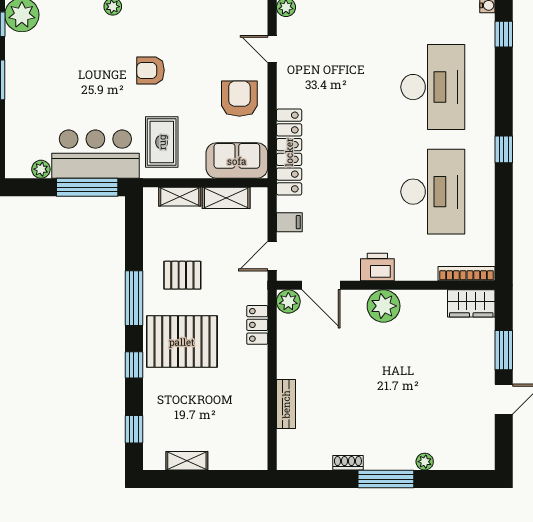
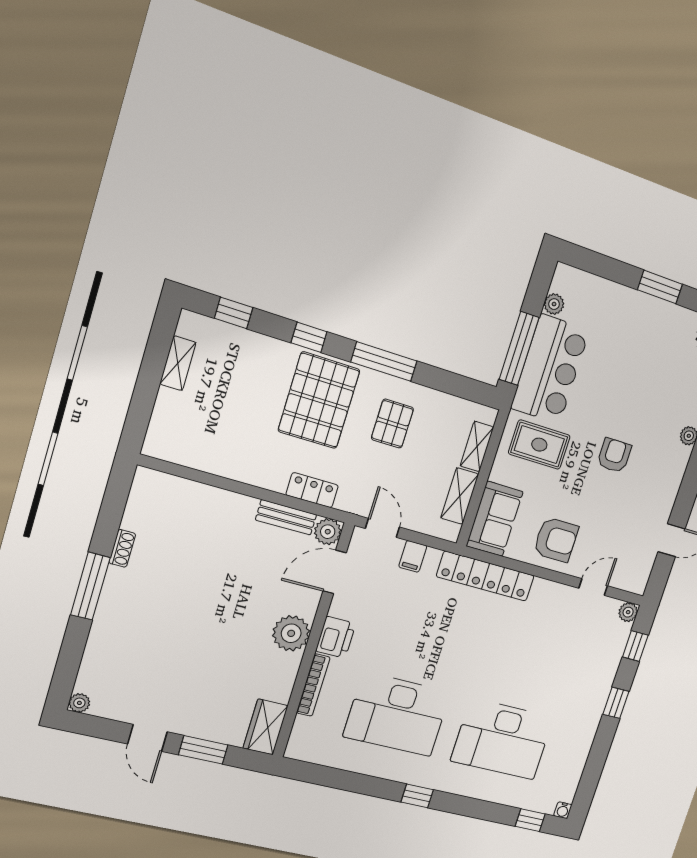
bookcase: (467, 274) -> (313, 685), moved
bench: (286, 404) -> (286, 517), moved
plant: (425, 462) -> (79, 703), moved

